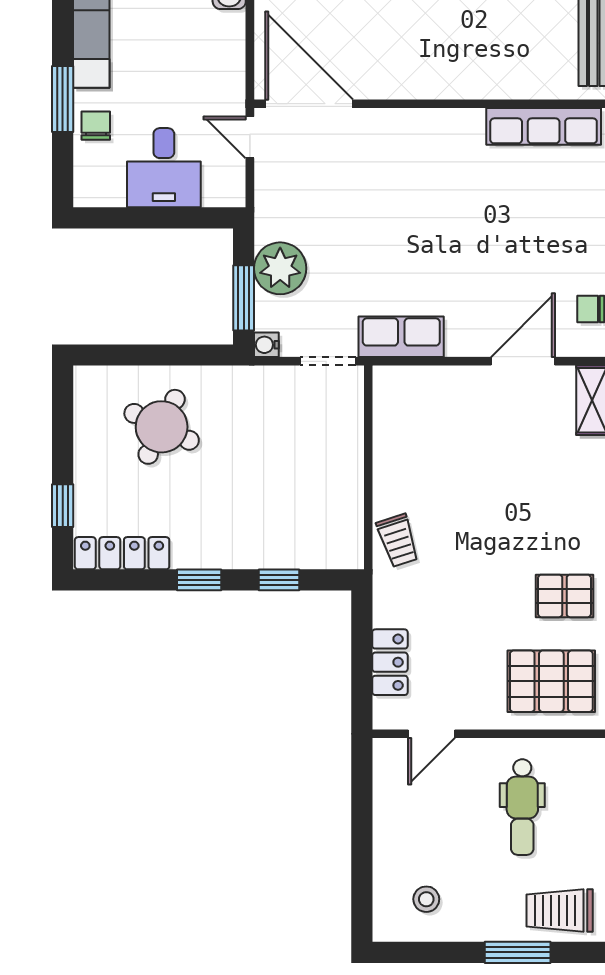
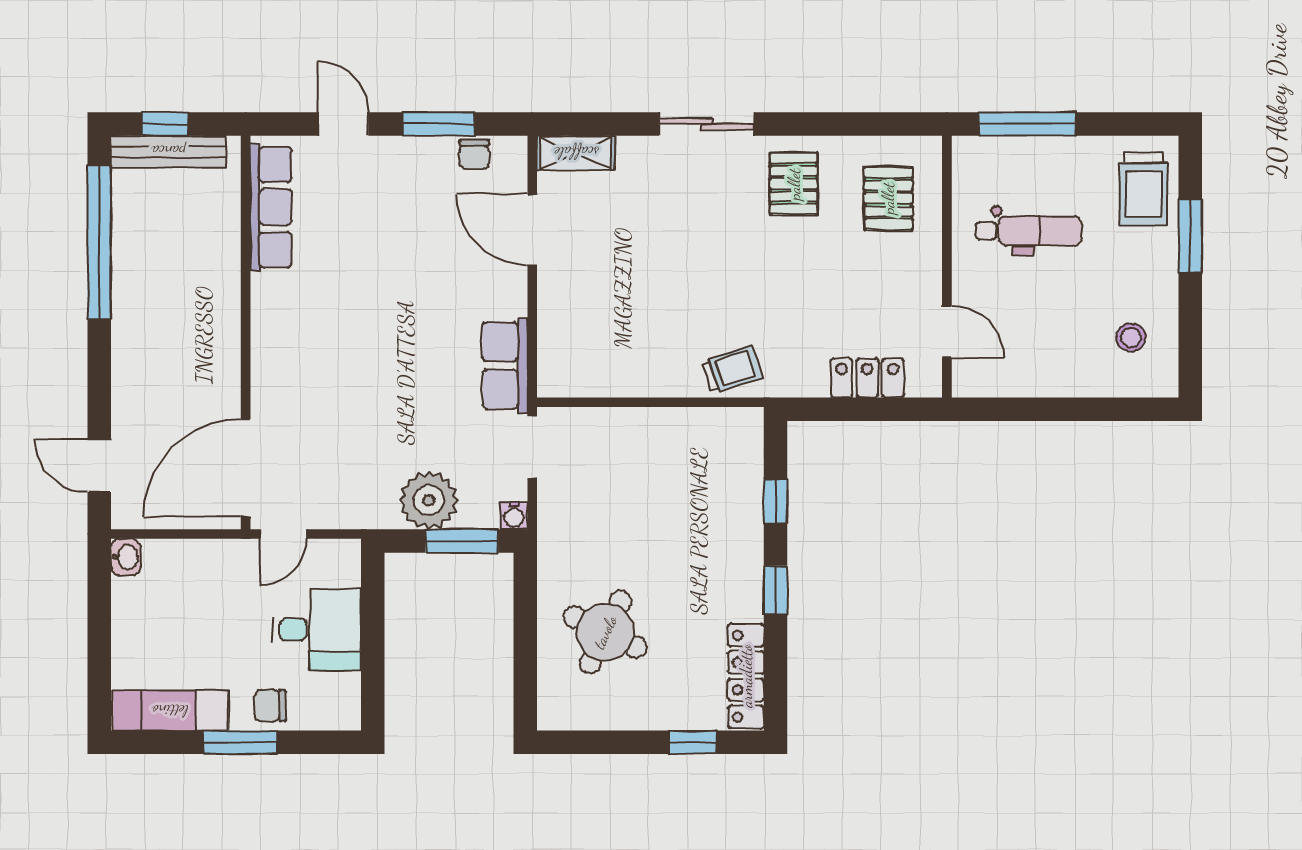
pallet: (551, 681) -> (888, 198), width x0.67, depth x0.71

